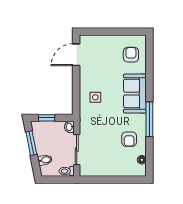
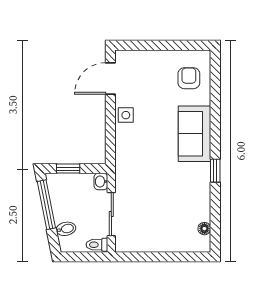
side table: (95, 97) -> (126, 115), moved
window: (149, 119) -> (215, 171), width x0.46
armchair: (129, 139) -> (186, 199), removed
window: (31, 143) -> (46, 205), width x1.44

